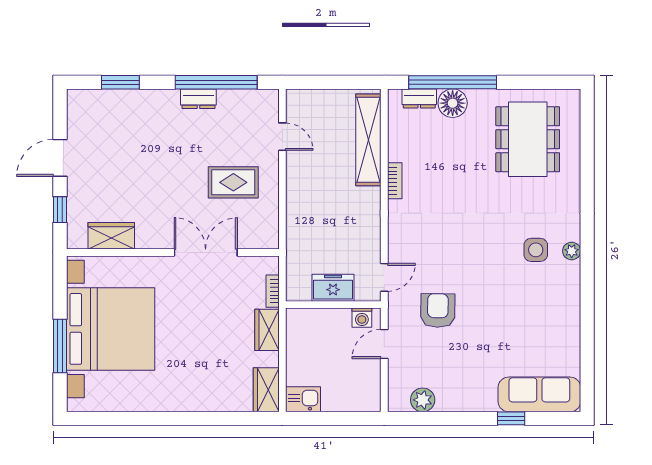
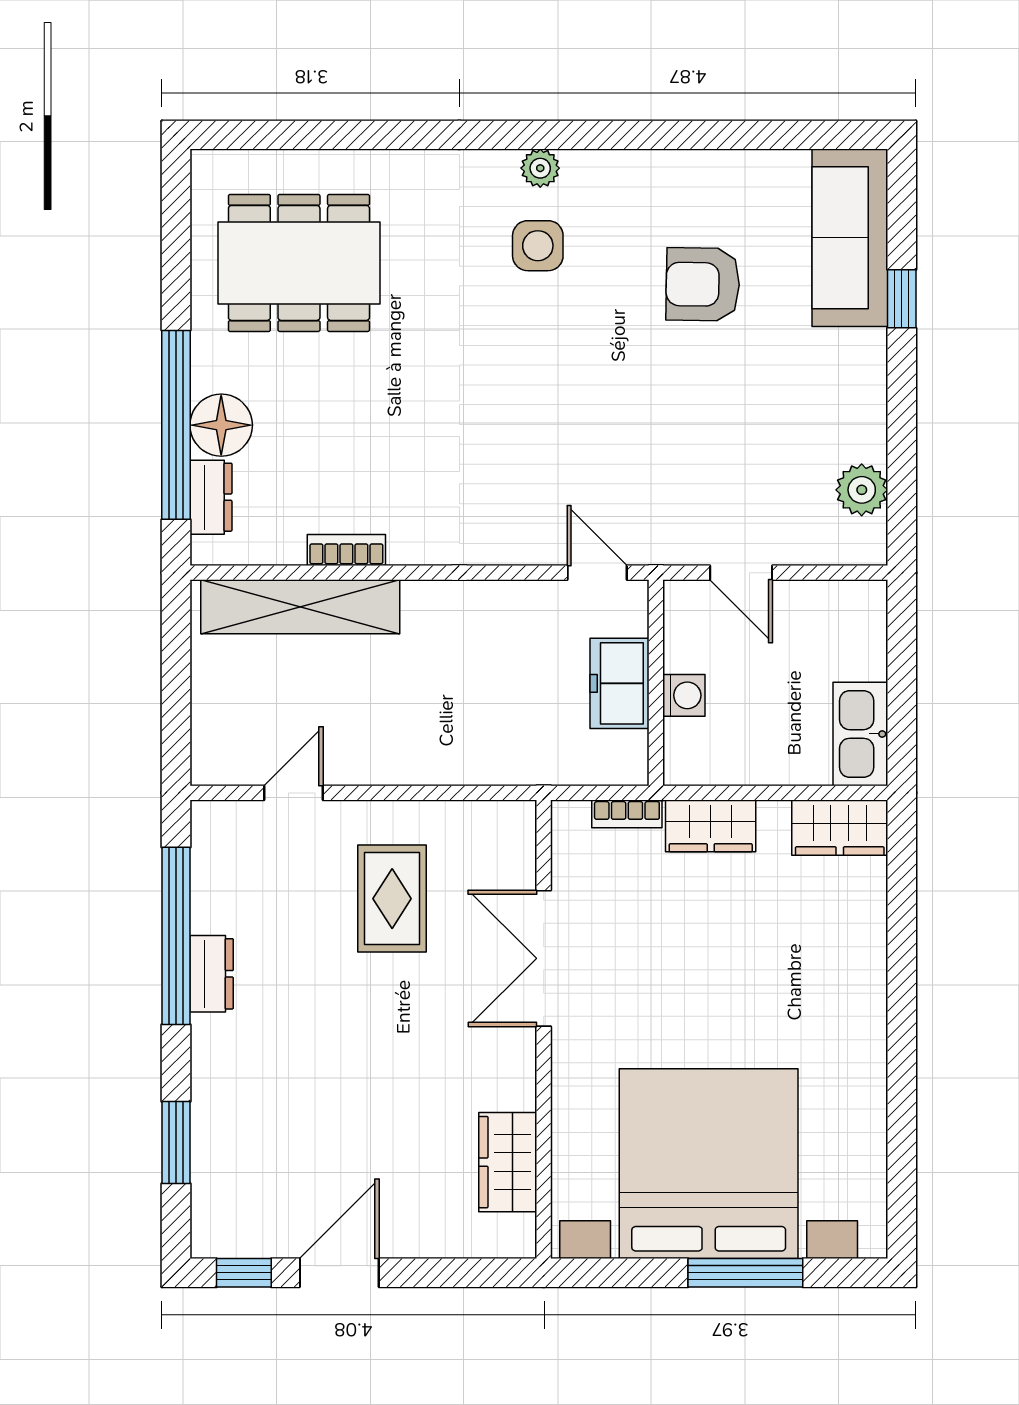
door: (60, 158) -> (339, 1273), swing flipped
bookcase: (395, 181) -> (346, 550), moved
window: (60, 210) -> (244, 1273), moved
armchair: (438, 310) -> (703, 284), moved
washing machine: (362, 318) -> (684, 695), moved
kitchen sink: (303, 399) -> (860, 734), width x1.38

